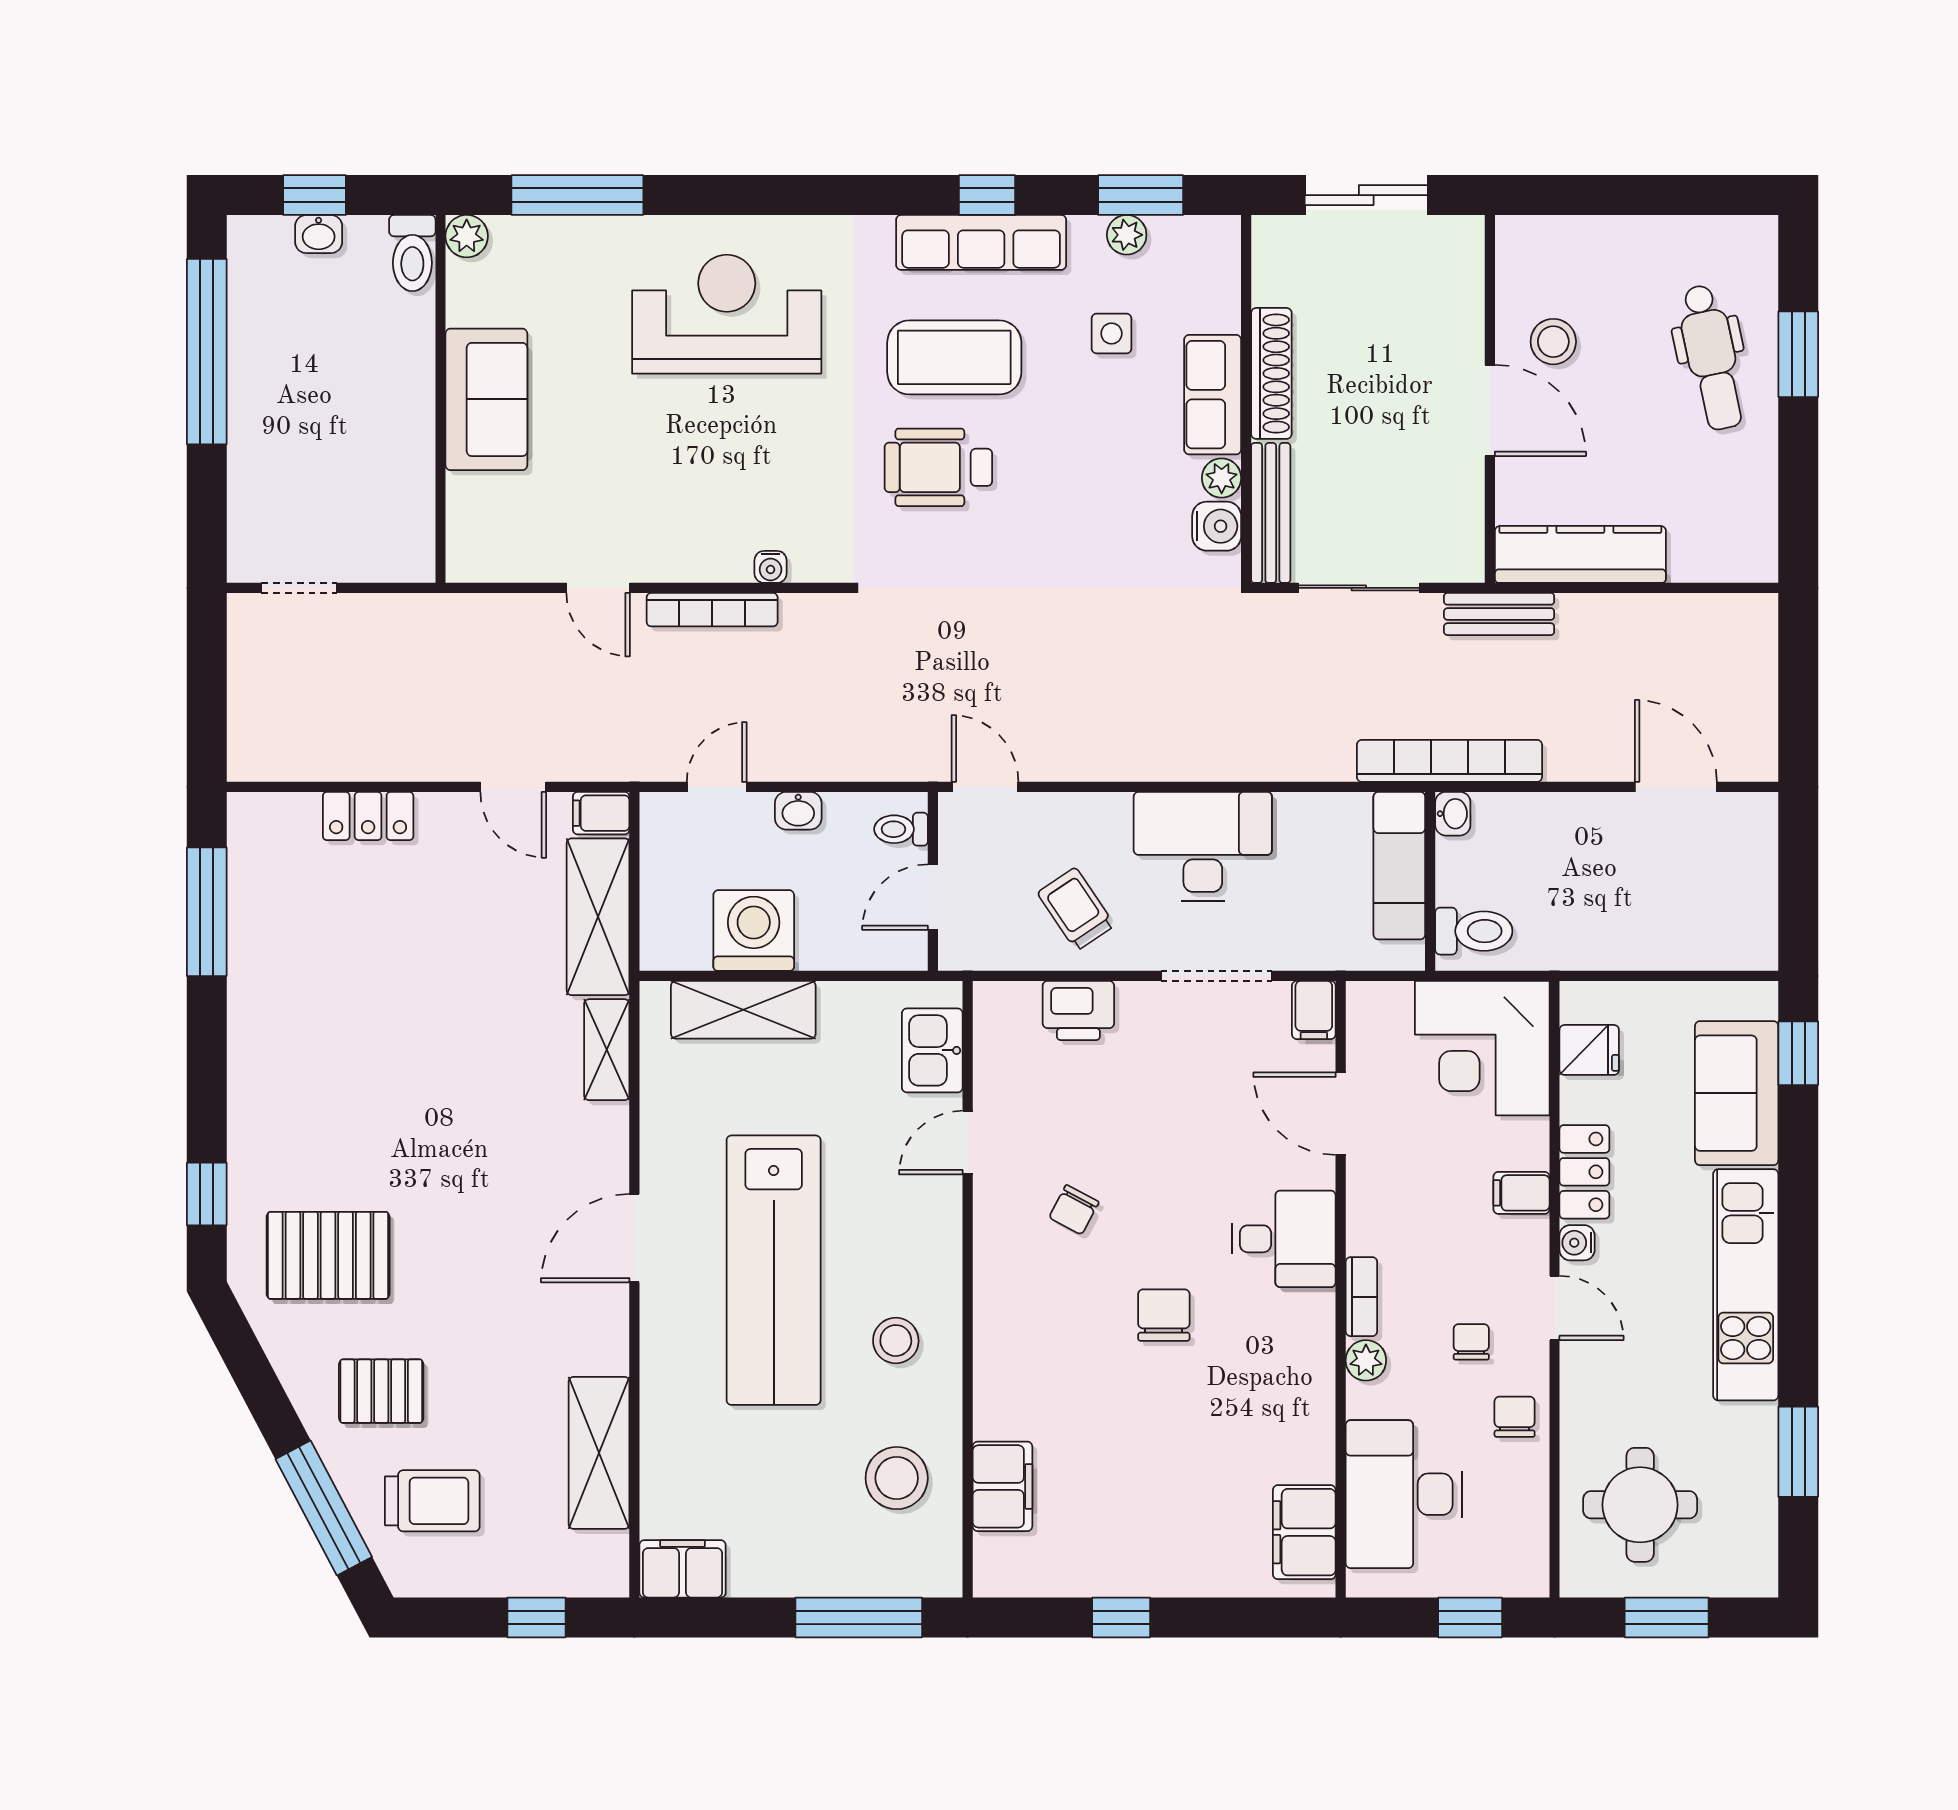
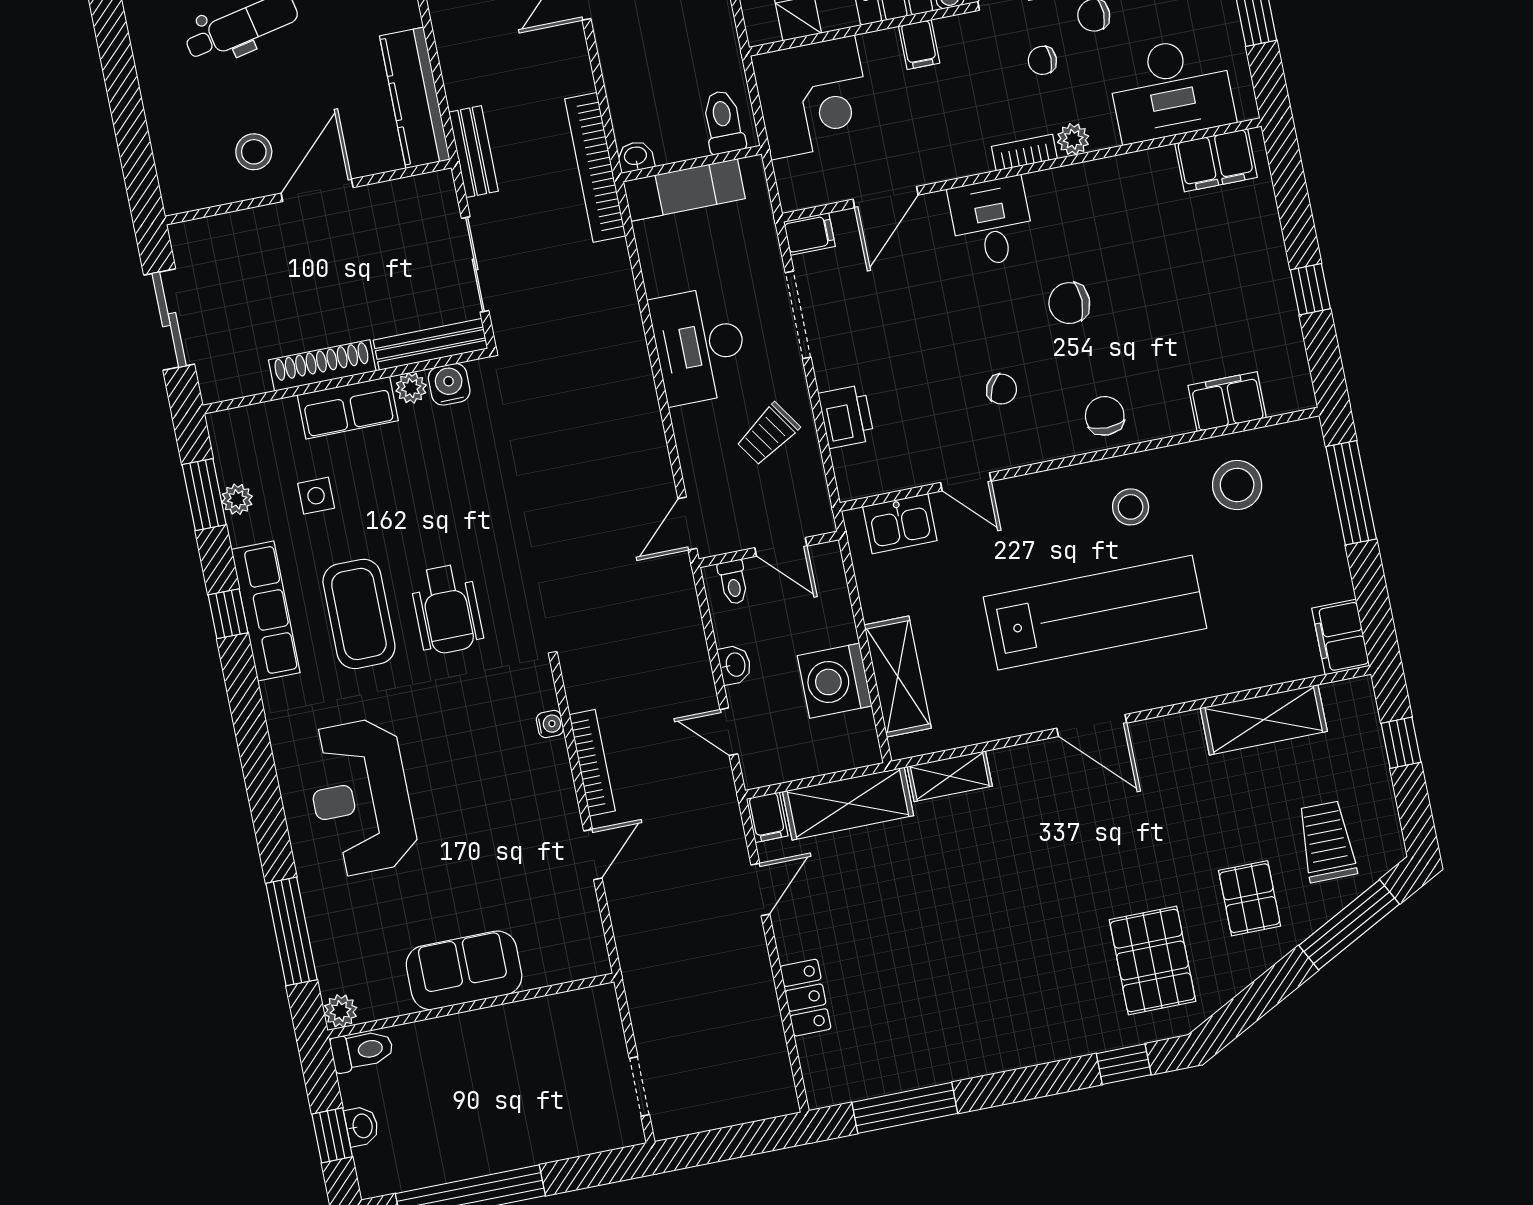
chair: (1015, 1331) -> (1105, 416), added

